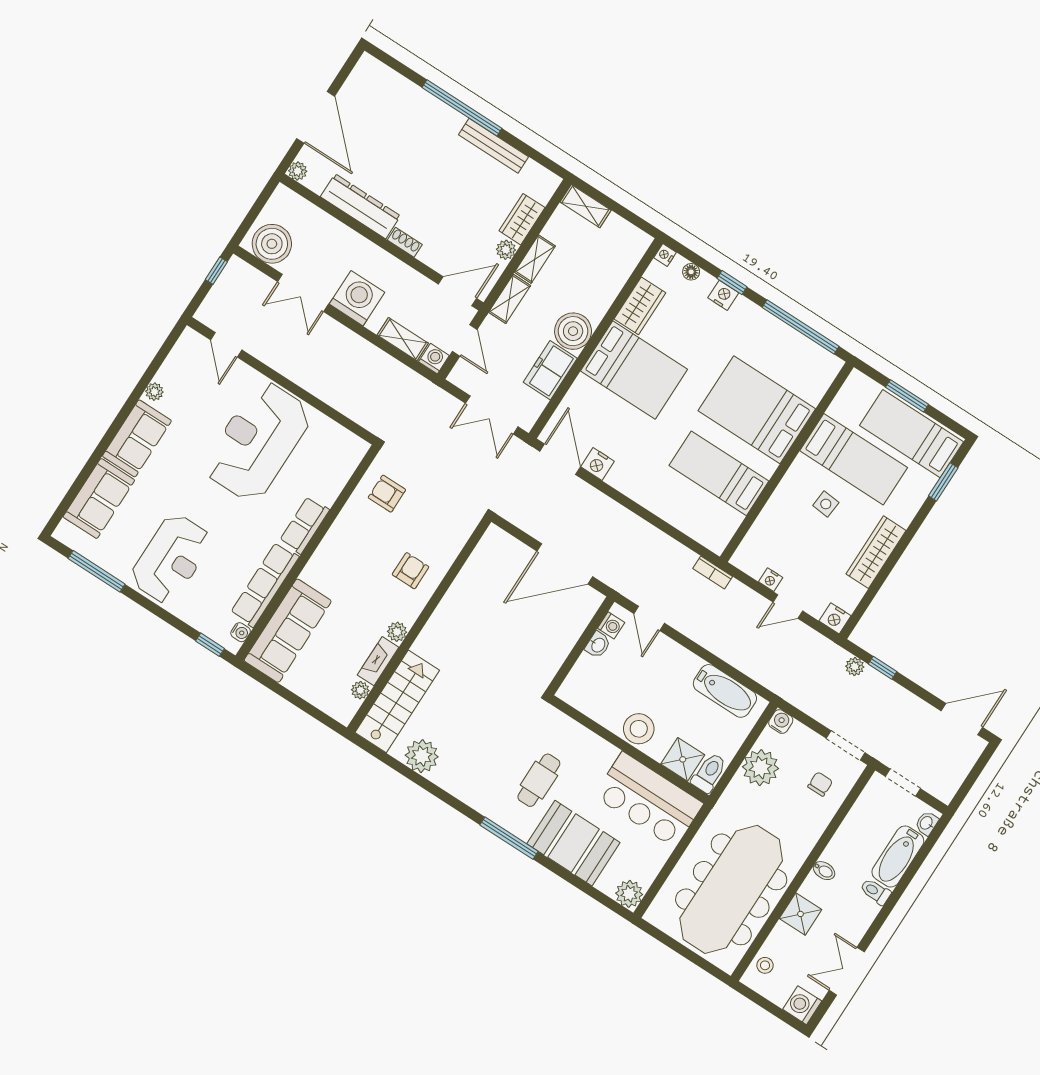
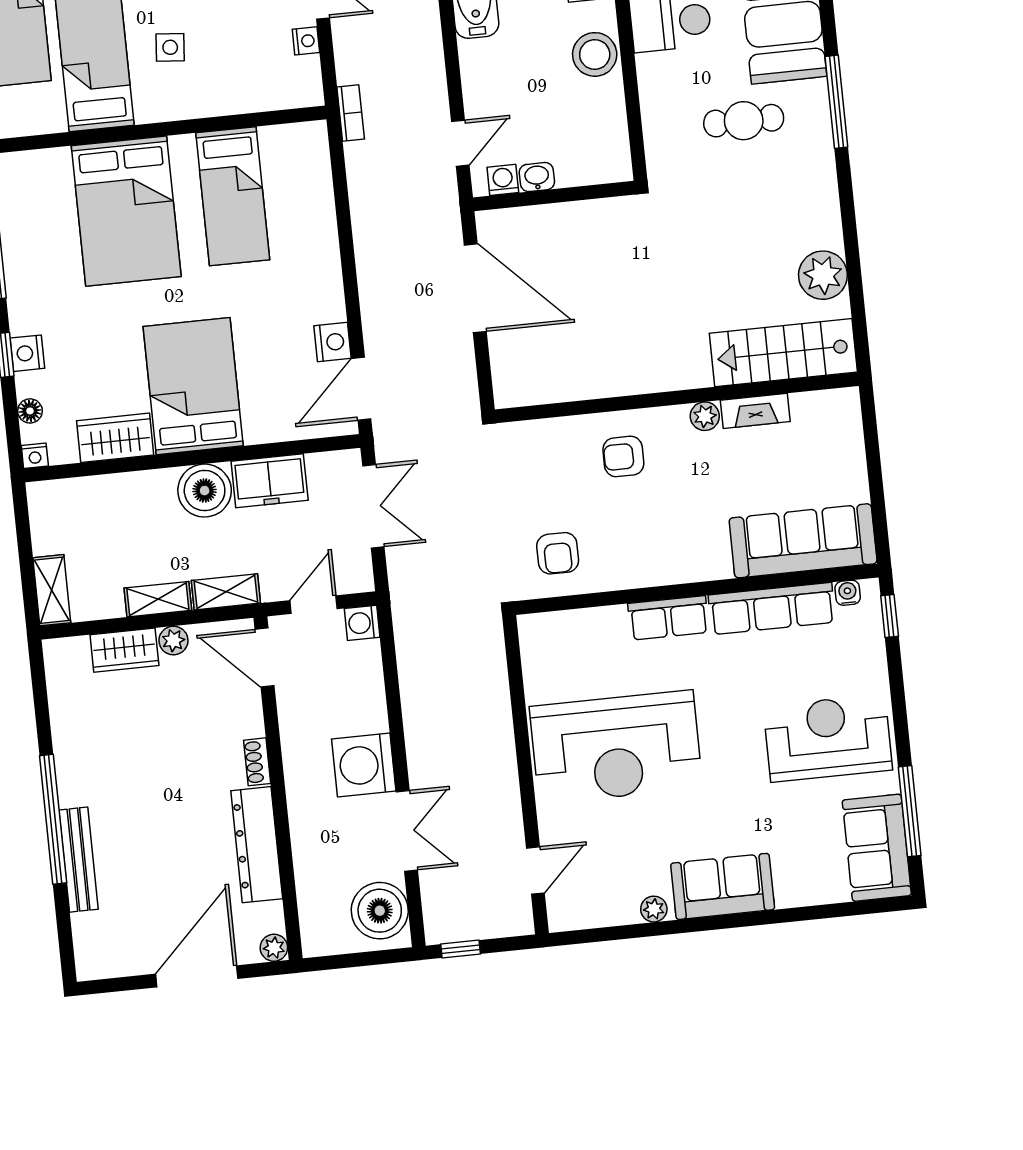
bench: (493, 146) -> (79, 860), moved
shelving: (403, 339) -> (368, 676), removed
sofa: (99, 498) -> (877, 848), moved, turned -90
plant: (360, 690) -> (804, 405), removed

